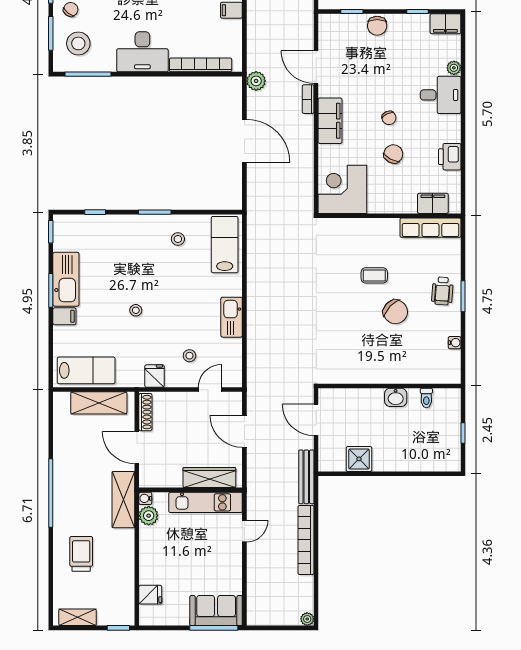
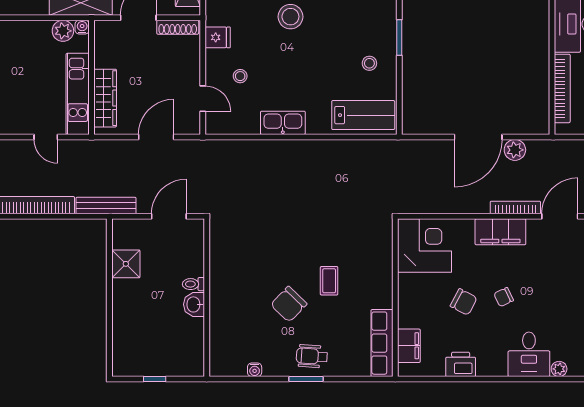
plant: (256, 81) -> (515, 150), moved
bookcase: (308, 99) -> (515, 208), width x1.56
stool: (136, 310) -> (290, 17), width x1.89, depth x1.89
toilet: (426, 398) -> (193, 284), moved

